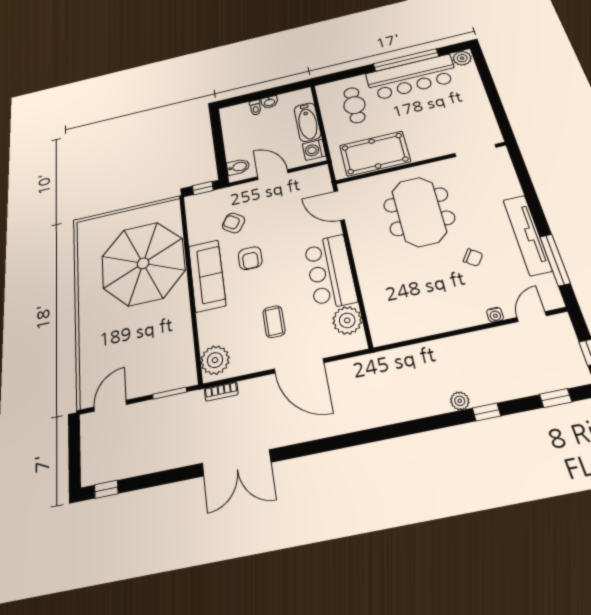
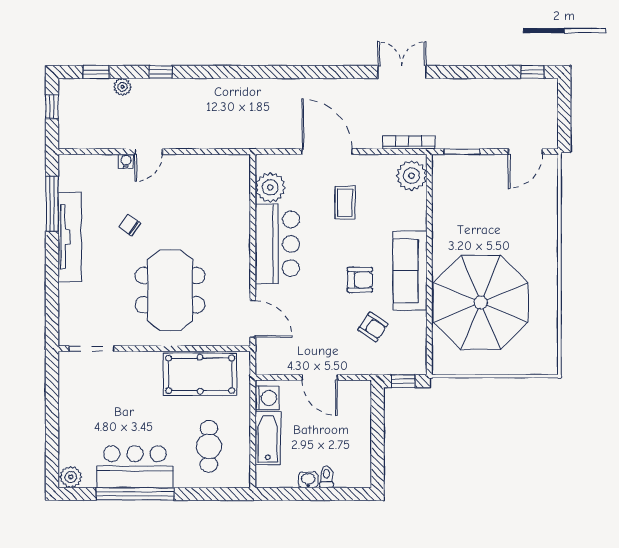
bar counter: (411, 77) -> (135, 467), width x0.73
bidet: (238, 167) -> (358, 399), removed
armchair: (250, 258) -> (360, 280), turned 90
door: (532, 317) -> (149, 152), moved
bookcase: (221, 391) -> (409, 142), width x1.56
plant: (460, 401) -> (122, 87), moved
double door: (237, 463) -> (402, 72), width x0.73

